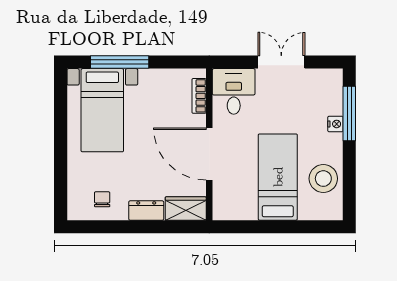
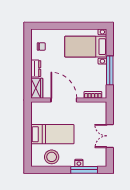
window: (120, 62) -> (110, 70), moved
double door: (281, 62) -> (110, 136), swing flipped
desk: (234, 91) -> (95, 112), removed
door: (209, 154) -> (64, 100), hinge flipped

